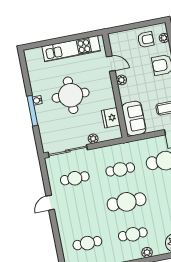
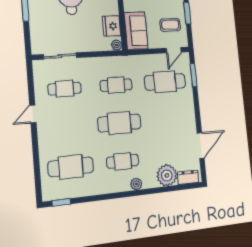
plant: (93, 139) -> (117, 45), moved
sliding door: (68, 151) -> (60, 56), width x0.73
cafe table: (87, 243) -> (71, 167), width x1.37, depth x1.35

